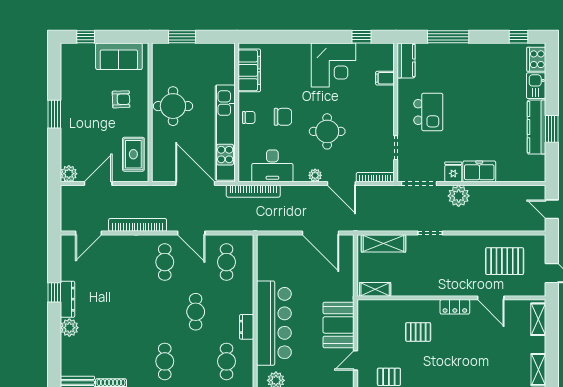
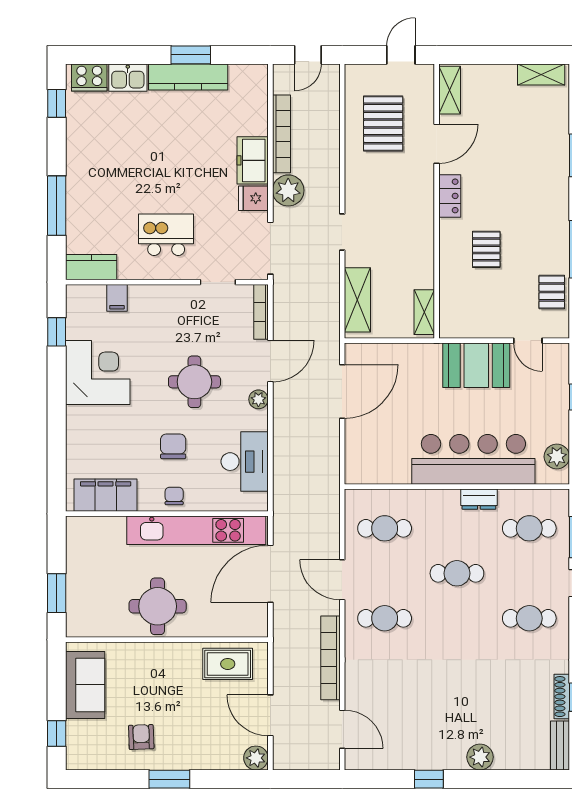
armchair: (121, 99) -> (141, 737), moved
bookcase: (253, 191) -> (281, 134), moved
door: (191, 233) -> (342, 580), swing flipped
dresser: (68, 299) -> (439, 760), removed
shelving: (538, 319) -> (450, 90), moved, turned 90

